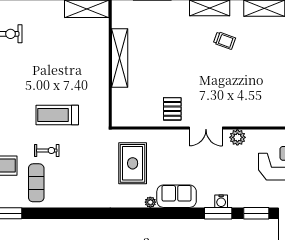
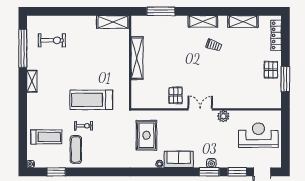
treadmill: (57, 115) -> (91, 100), width x1.37, depth x1.38
double door: (206, 128) -> (200, 109), swing flipped

